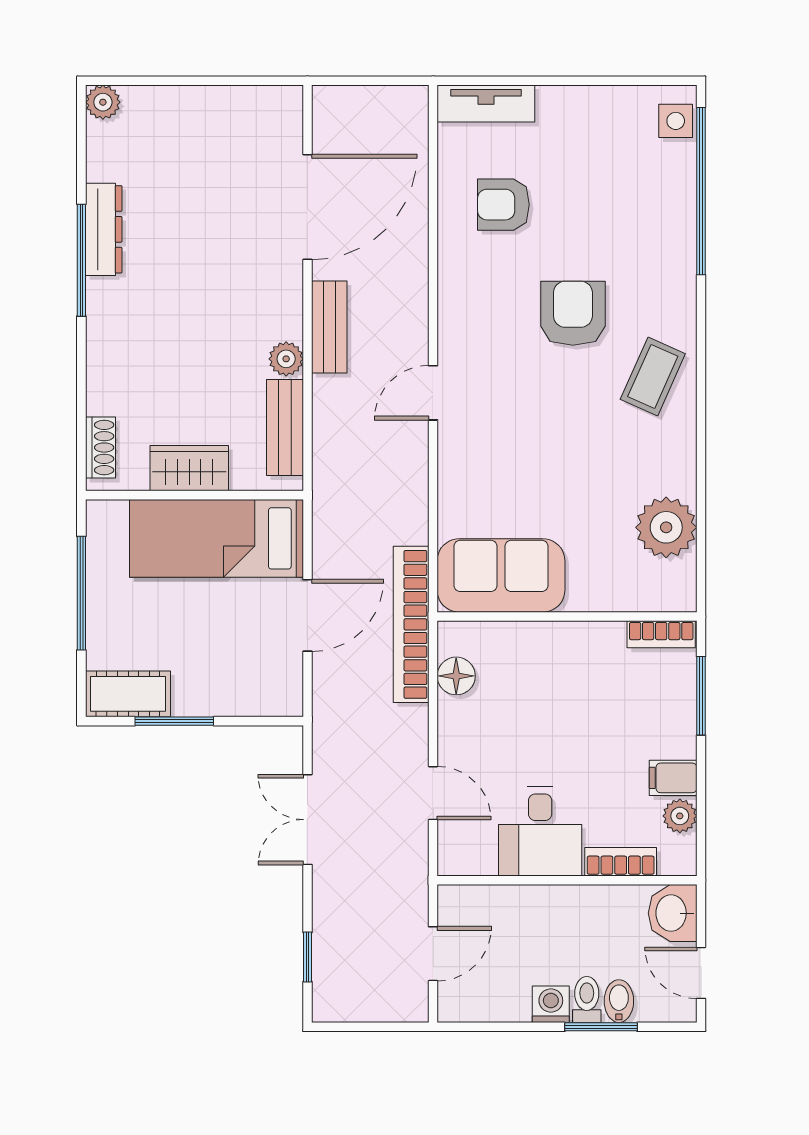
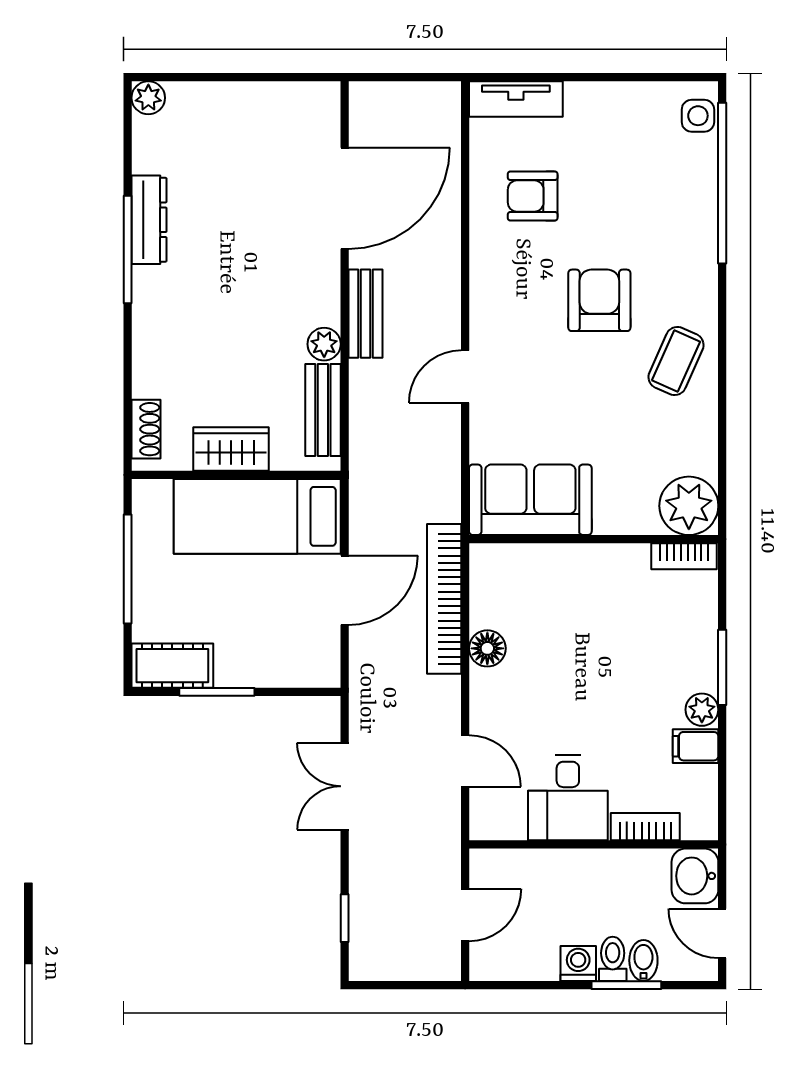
sofa: (501, 575) -> (530, 500), moved
wall: (567, 617) -> (594, 539), moved
bookcase: (661, 634) -> (684, 556), moved
plant: (680, 816) -> (702, 710), moved

